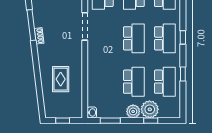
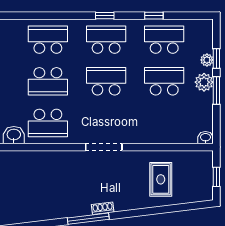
doorway: (85, 26) -> (104, 147), moved
rug: (61, 79) -> (161, 179), turned 90
plant: (150, 109) -> (207, 60), width x0.53, depth x0.53
window: (110, 121) -> (216, 90), moved

